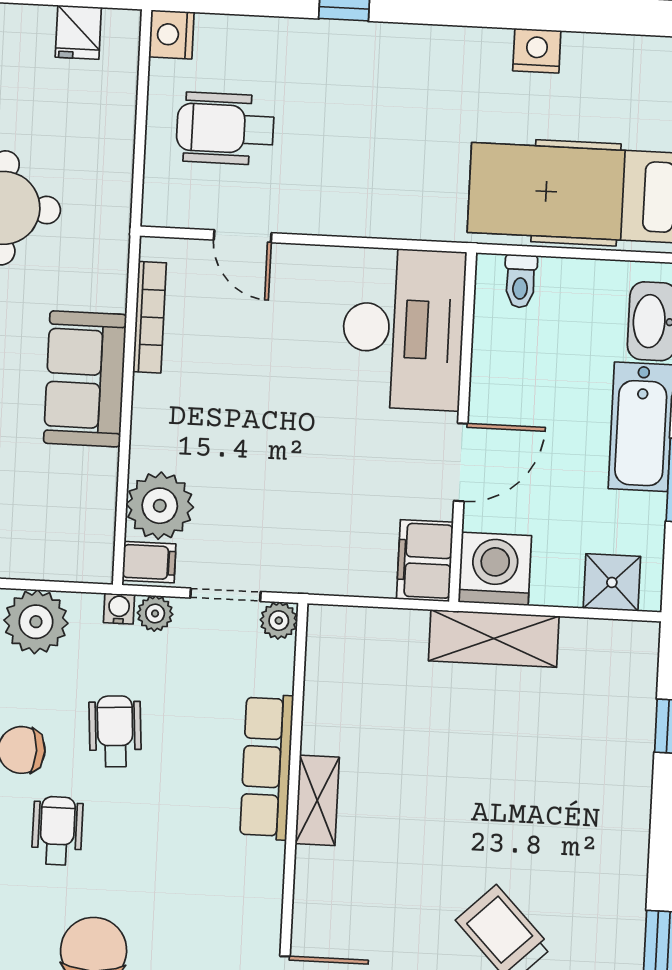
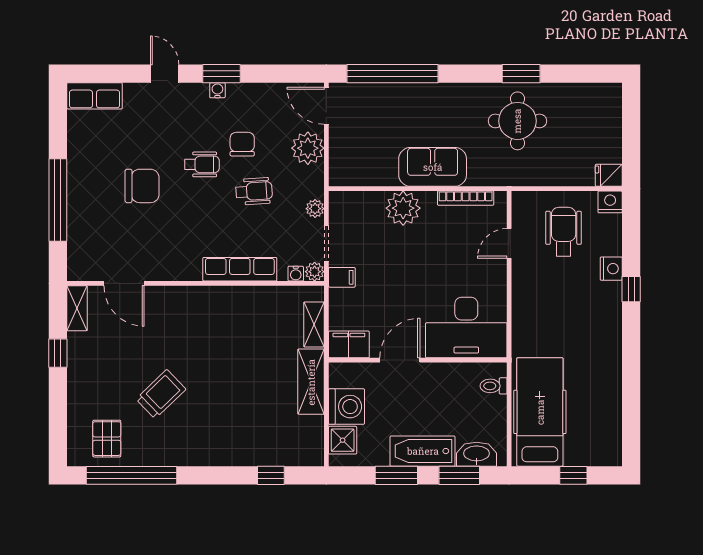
fridge: (78, 32) -> (609, 175), moved
nightstand: (537, 51) -> (611, 269), moved
door: (461, 462) -> (400, 360), swing flipped
plant: (160, 506) -> (403, 208), moved
filing cabinet: (149, 562) -> (342, 277), moved, turned -90
washing machine: (495, 569) -> (346, 407), moved
water cooler: (119, 609) -> (296, 274), moved, turned 90
shelving: (317, 800) -> (314, 324), moved, turned 90

